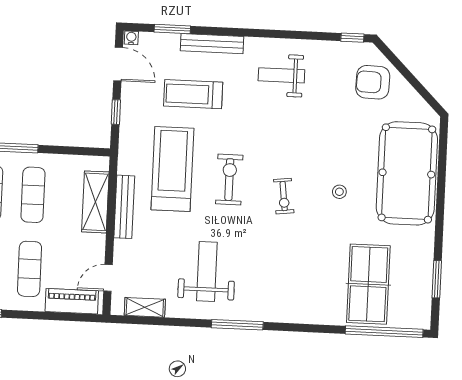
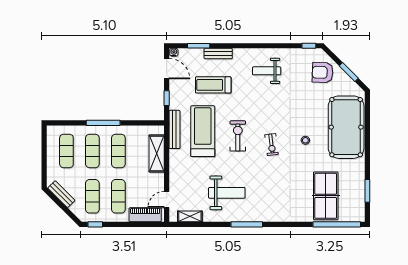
bench: (212, 44) -> (218, 54), width x0.73
window: (416, 84) -> (349, 72), added
bench: (124, 207) -> (174, 129), moved
weight bench: (207, 272) -> (227, 193), turned 90

